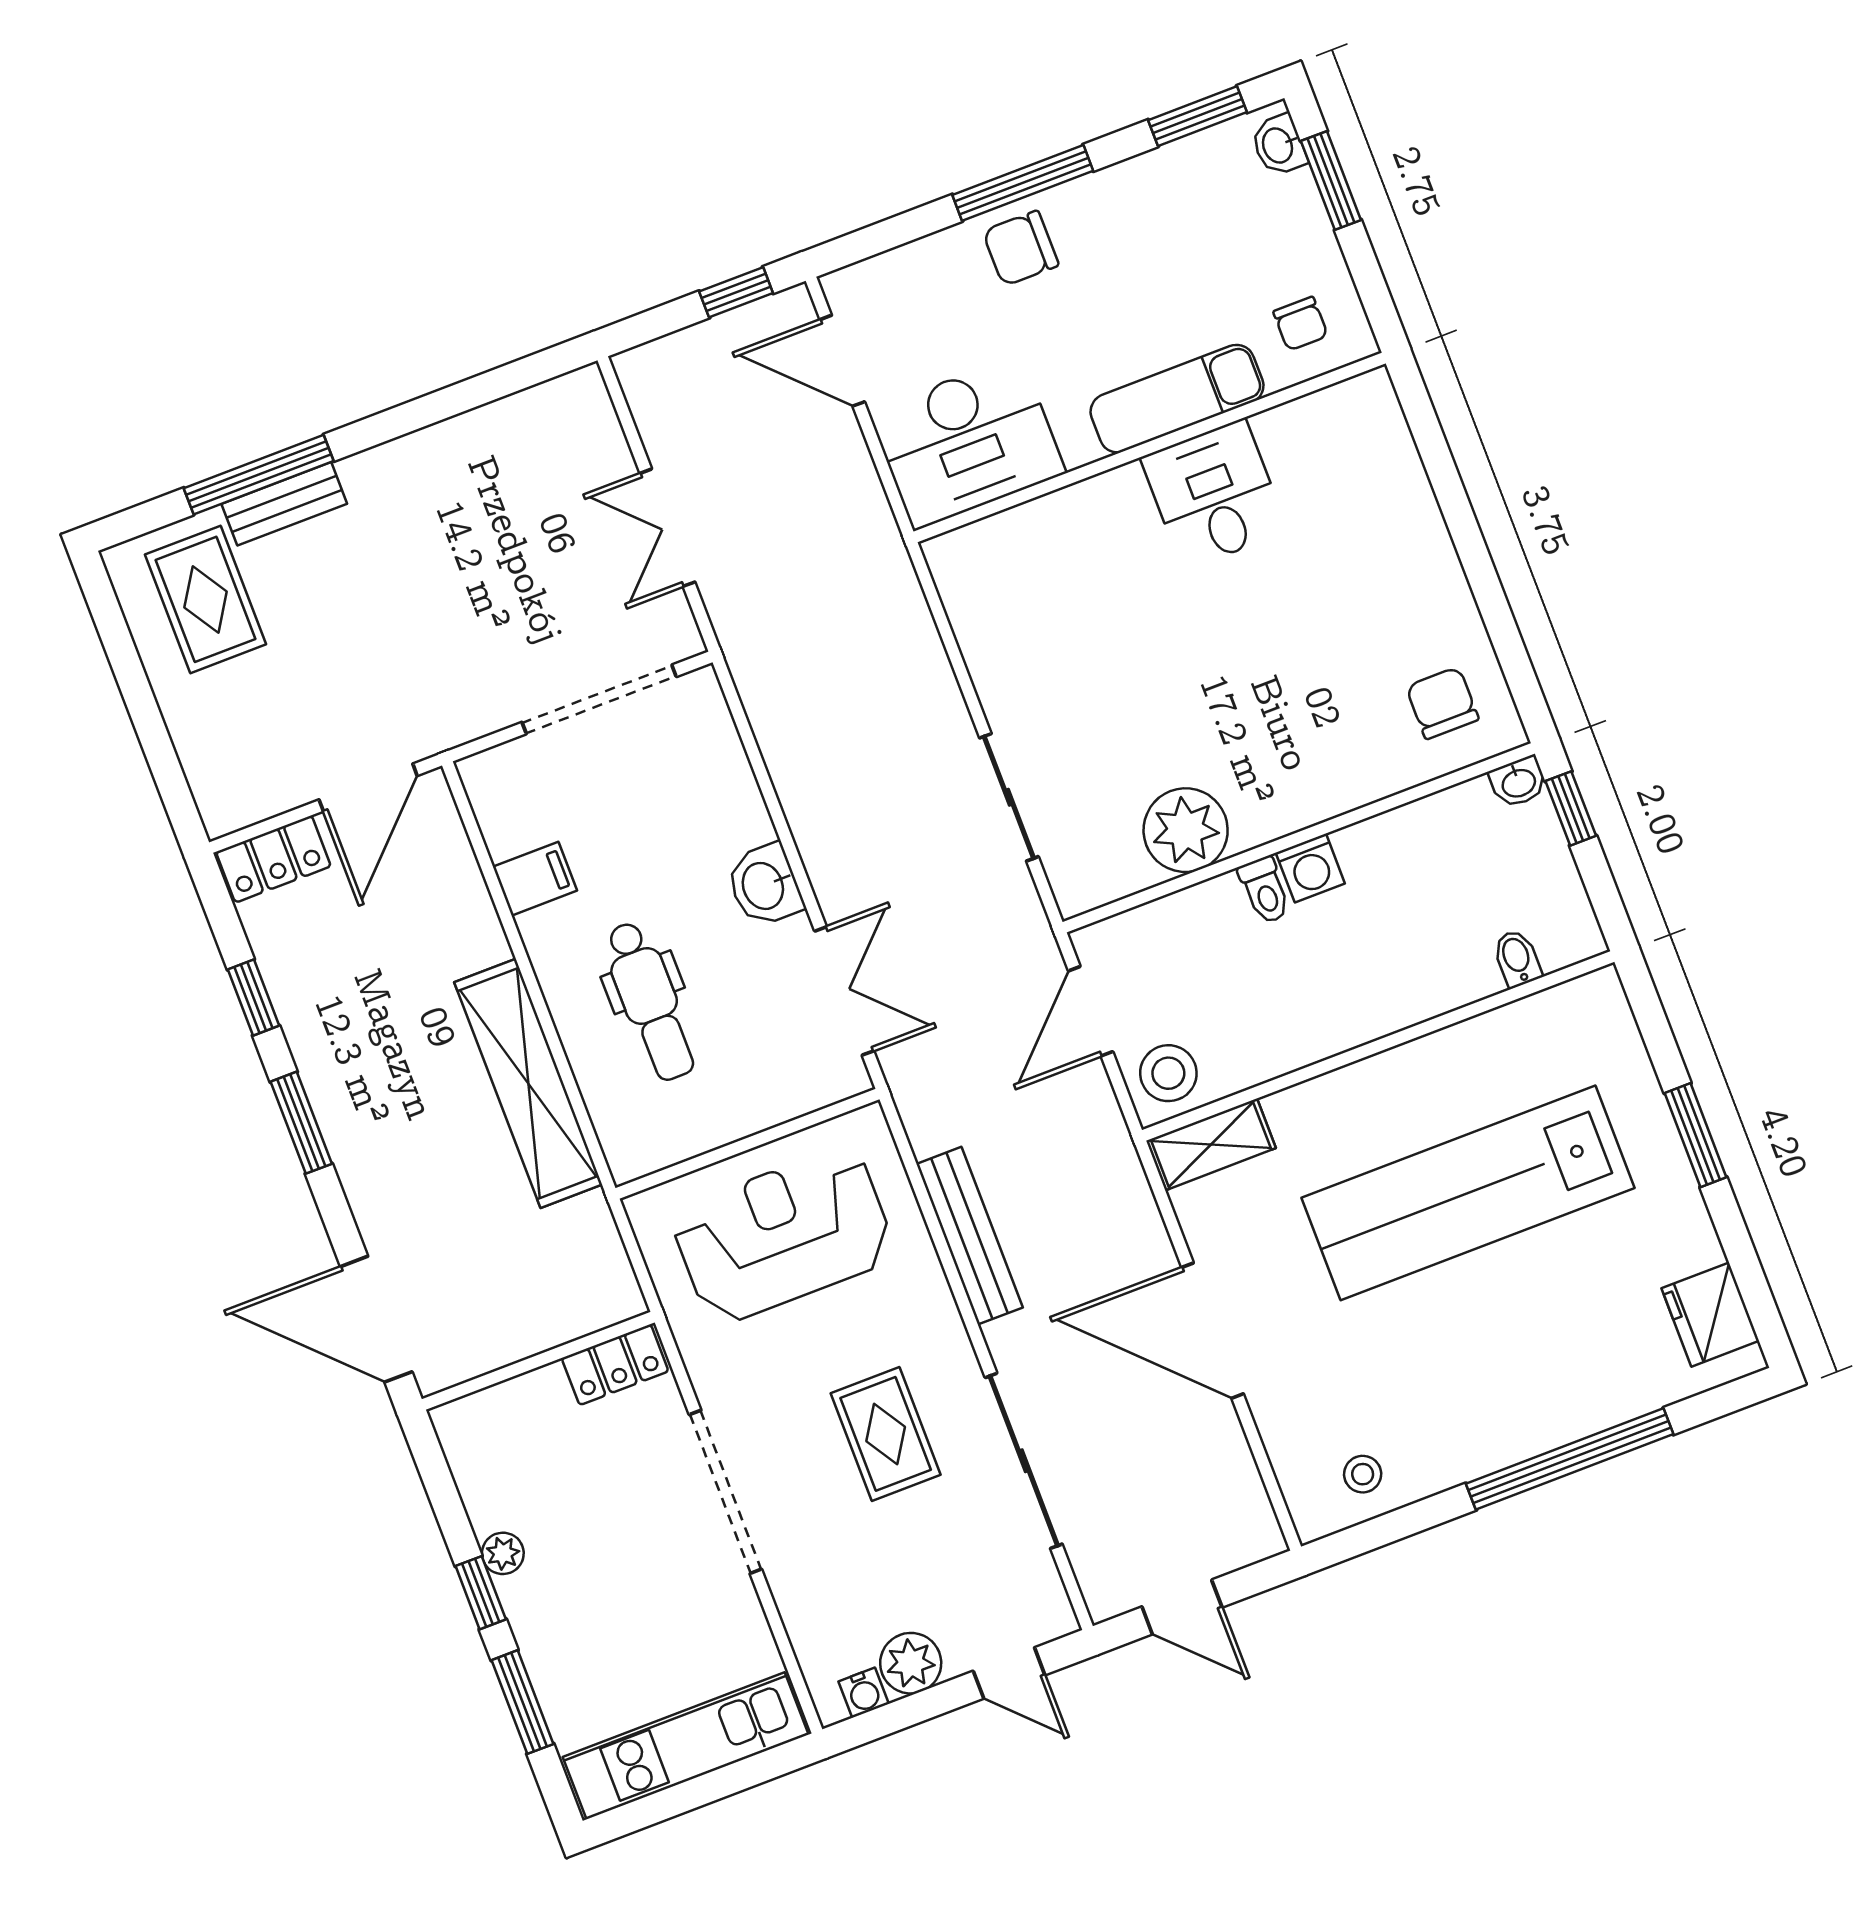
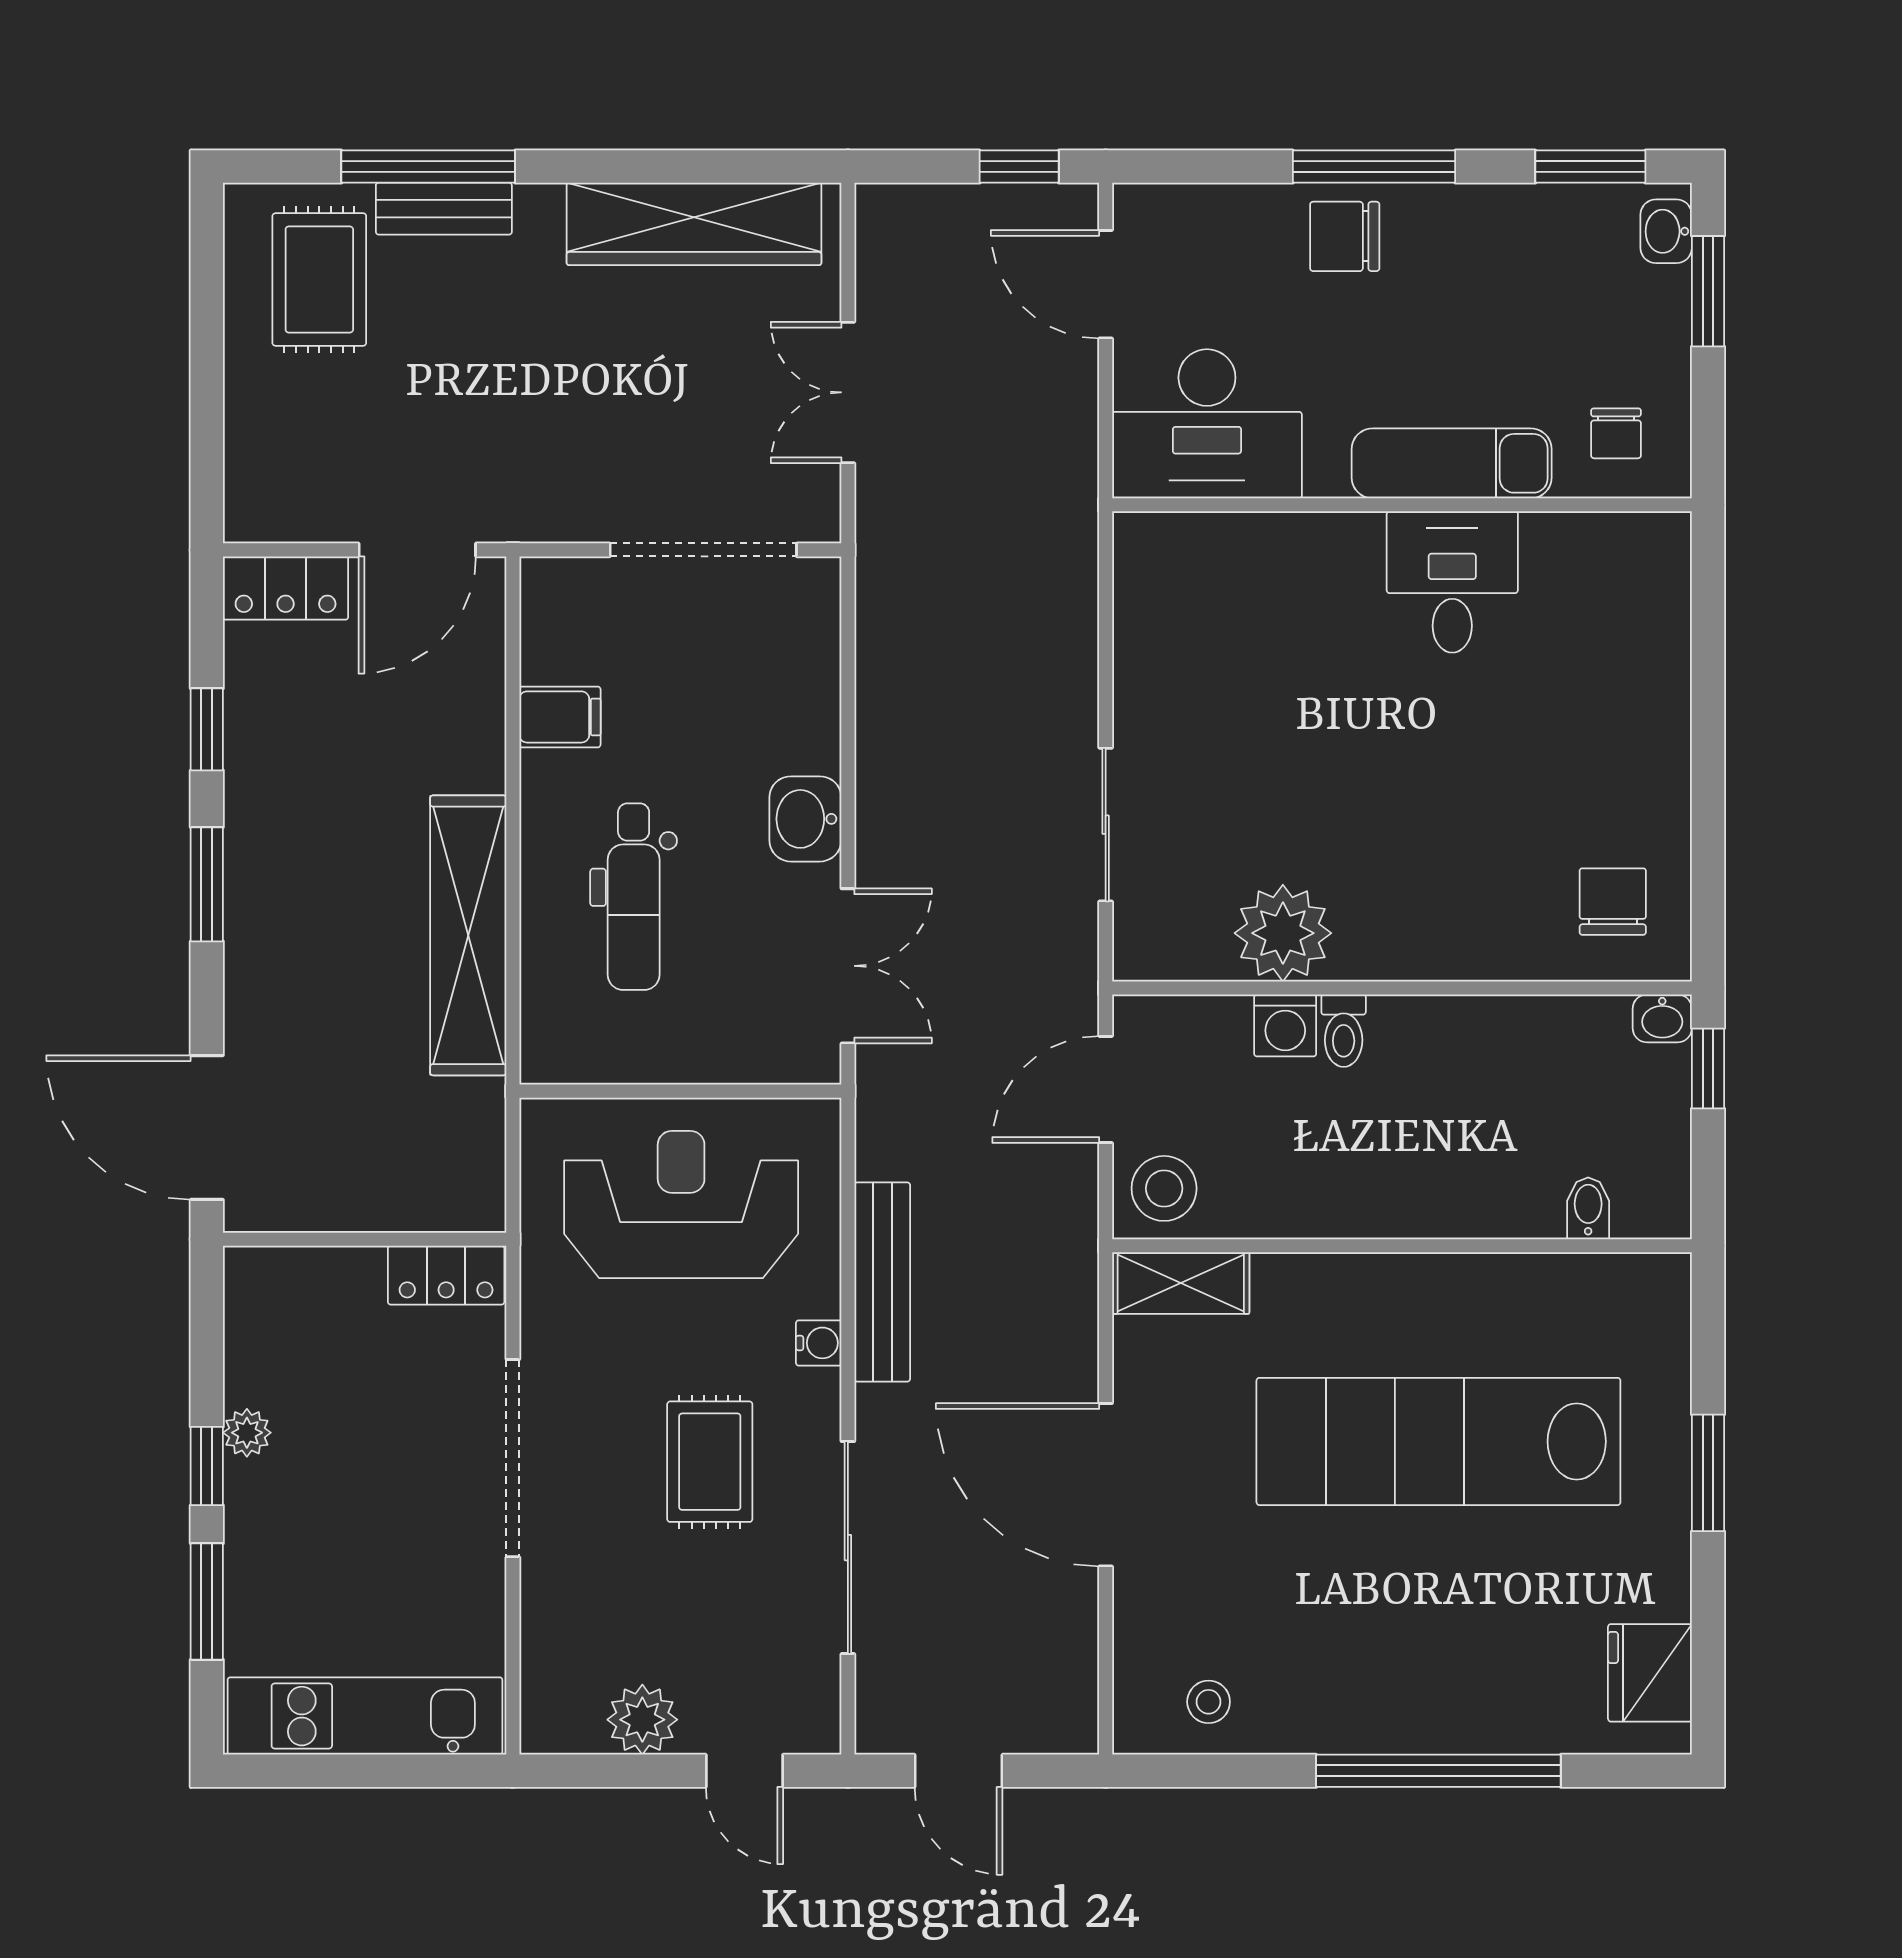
wardrobe: (491, 439) -> (694, 224), added
washing machine: (1310, 868) -> (1285, 1025), moved
water cooler: (864, 1693) -> (819, 1343), moved, turned -90

